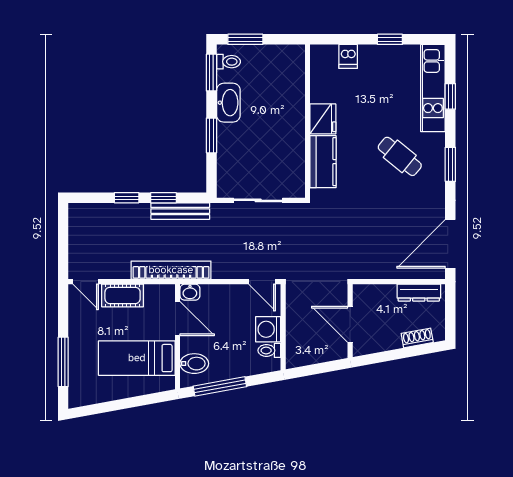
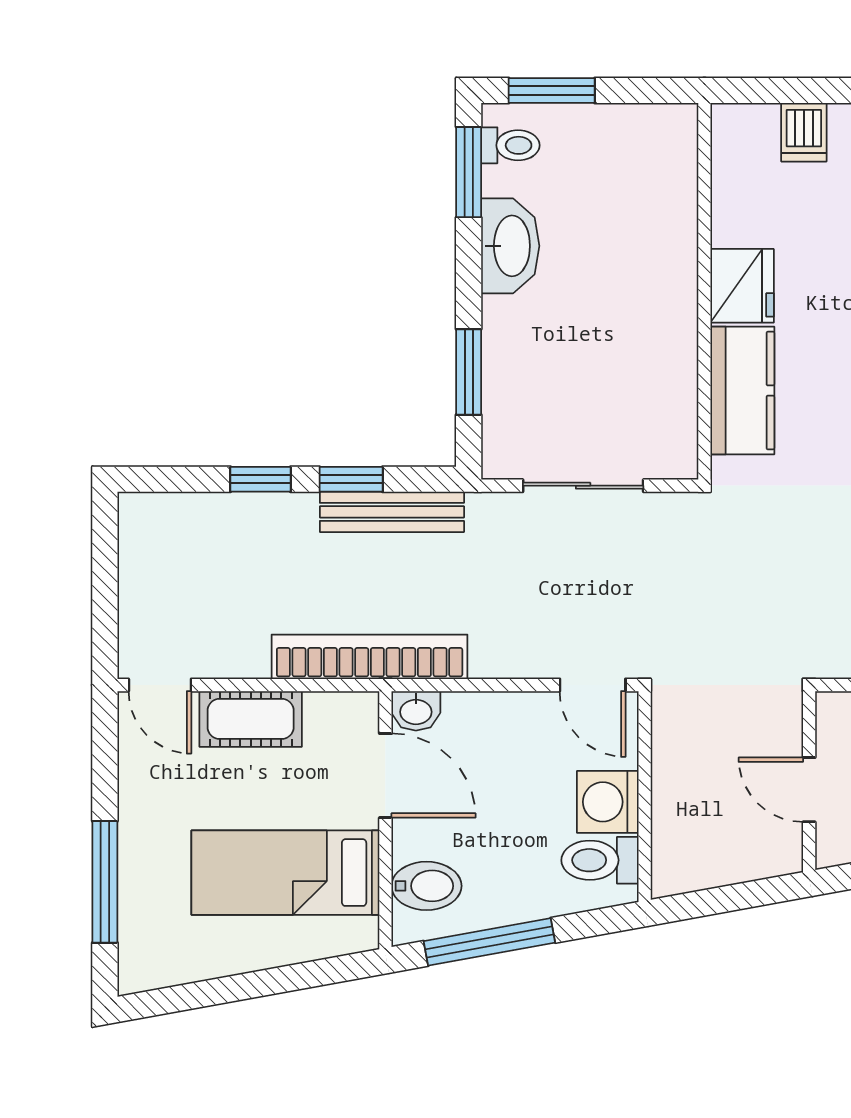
window: (211, 135) -> (469, 372), moved
door: (350, 324) -> (809, 790), width x0.73
toilet: (269, 350) -> (600, 860), width x1.37, depth x1.39

